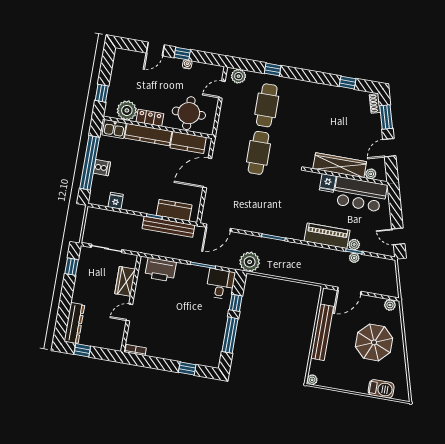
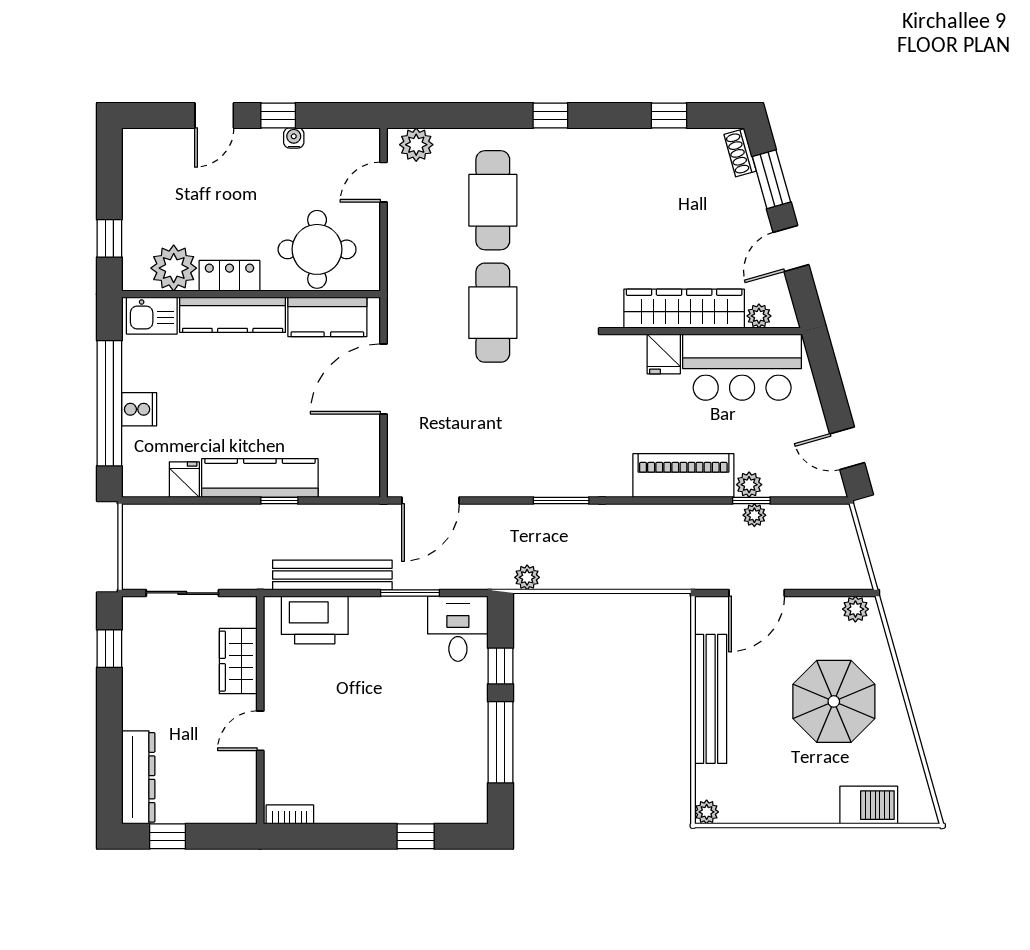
window: (273, 69) -> (550, 116), moved
kitchen counter: (174, 210) -> (260, 478), moved, width x1.50
bench: (168, 227) -> (332, 575), moved
plant: (250, 262) -> (527, 577), width x0.53, depth x0.53

